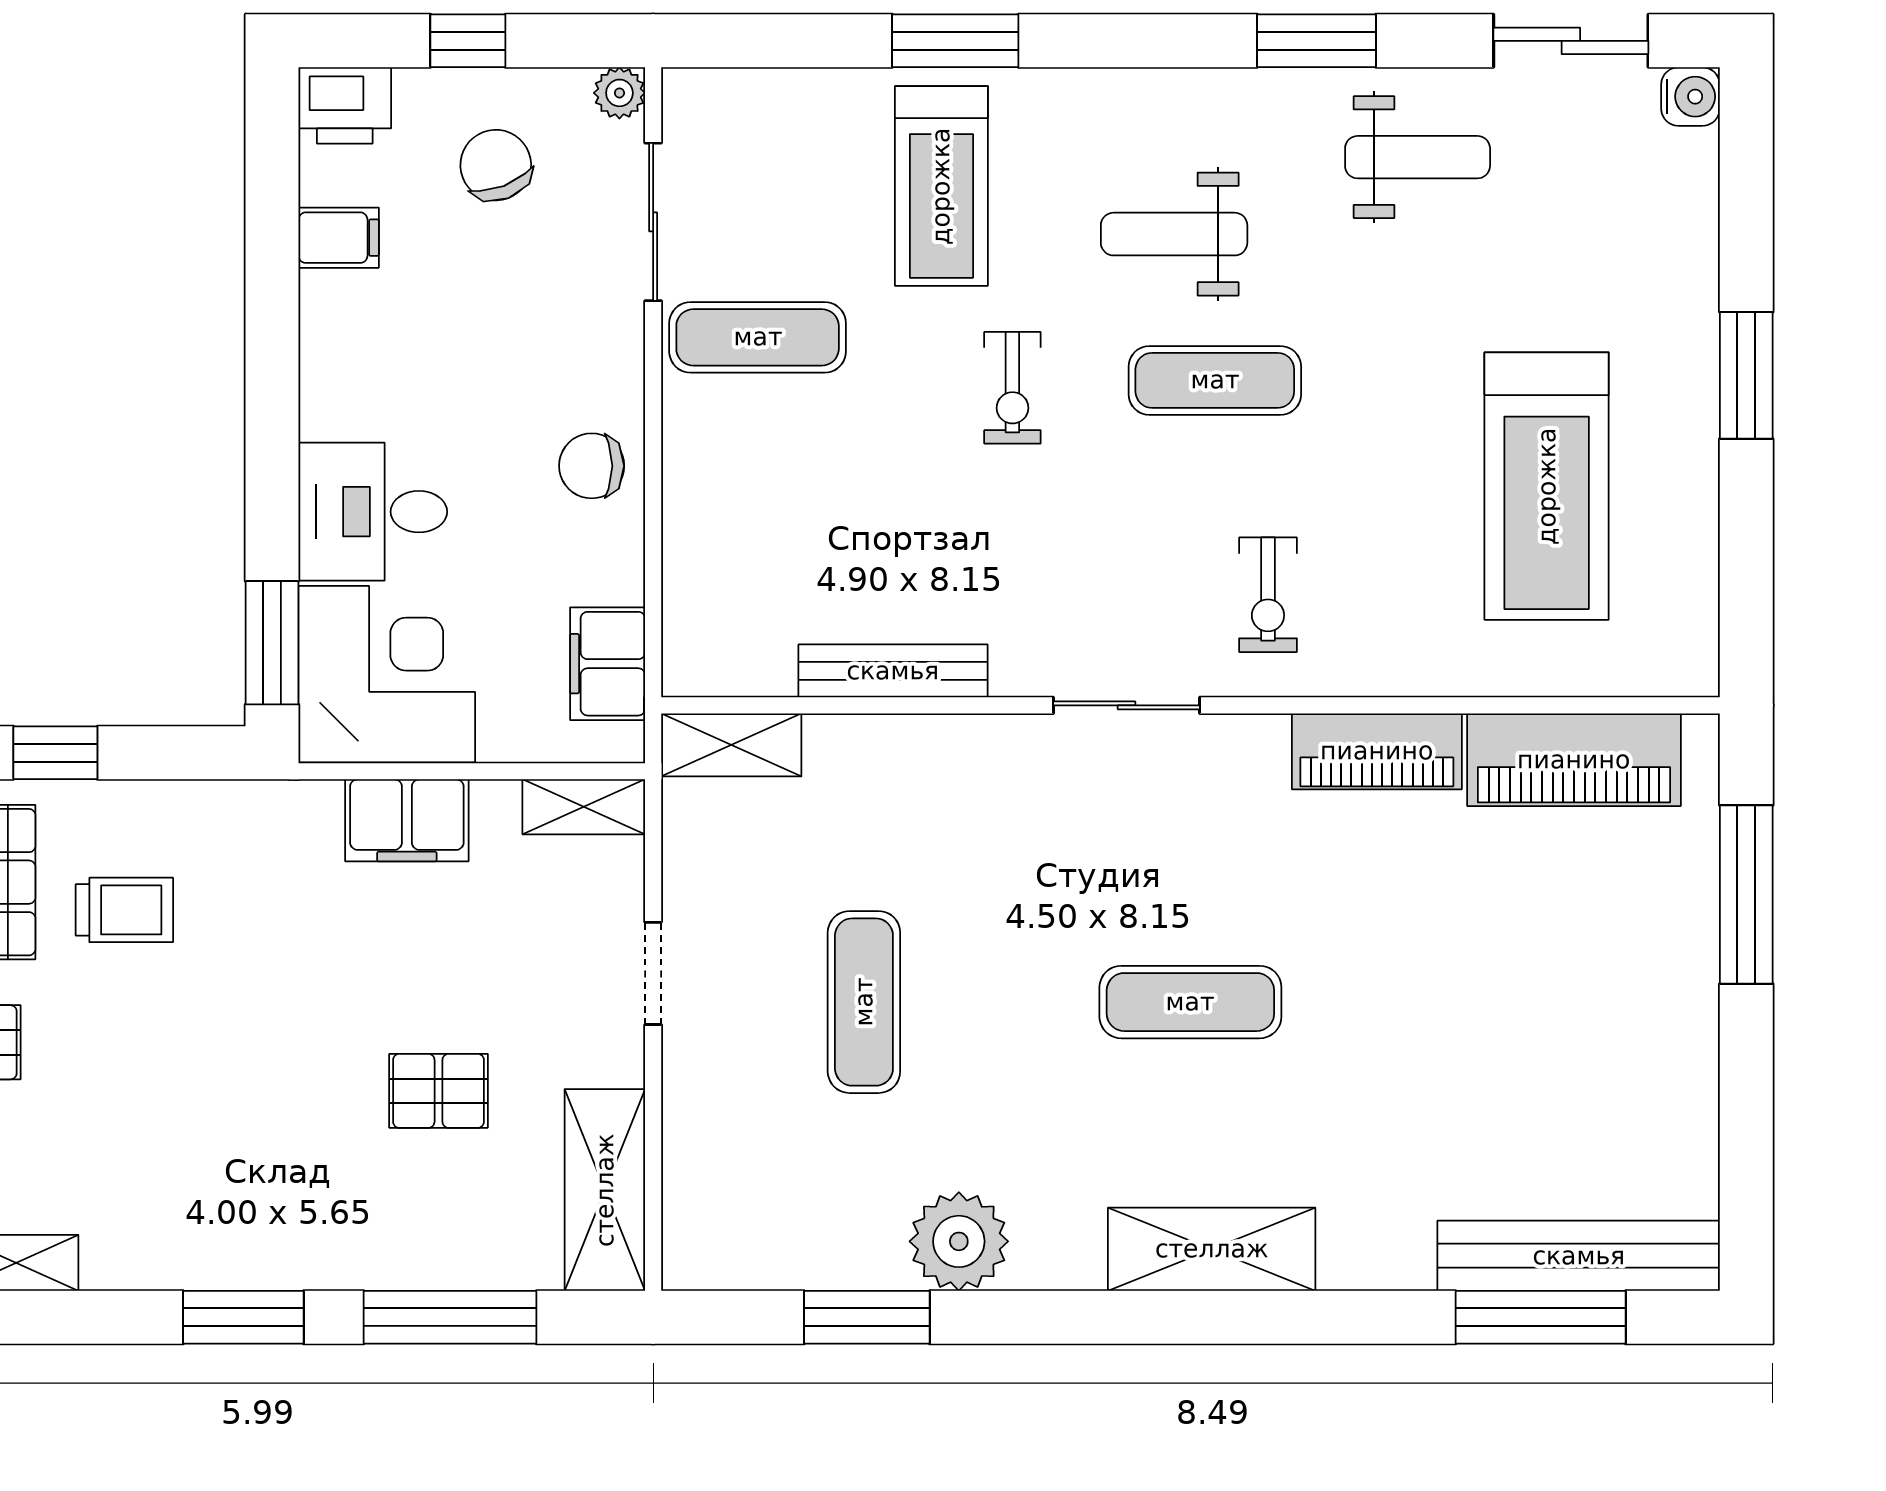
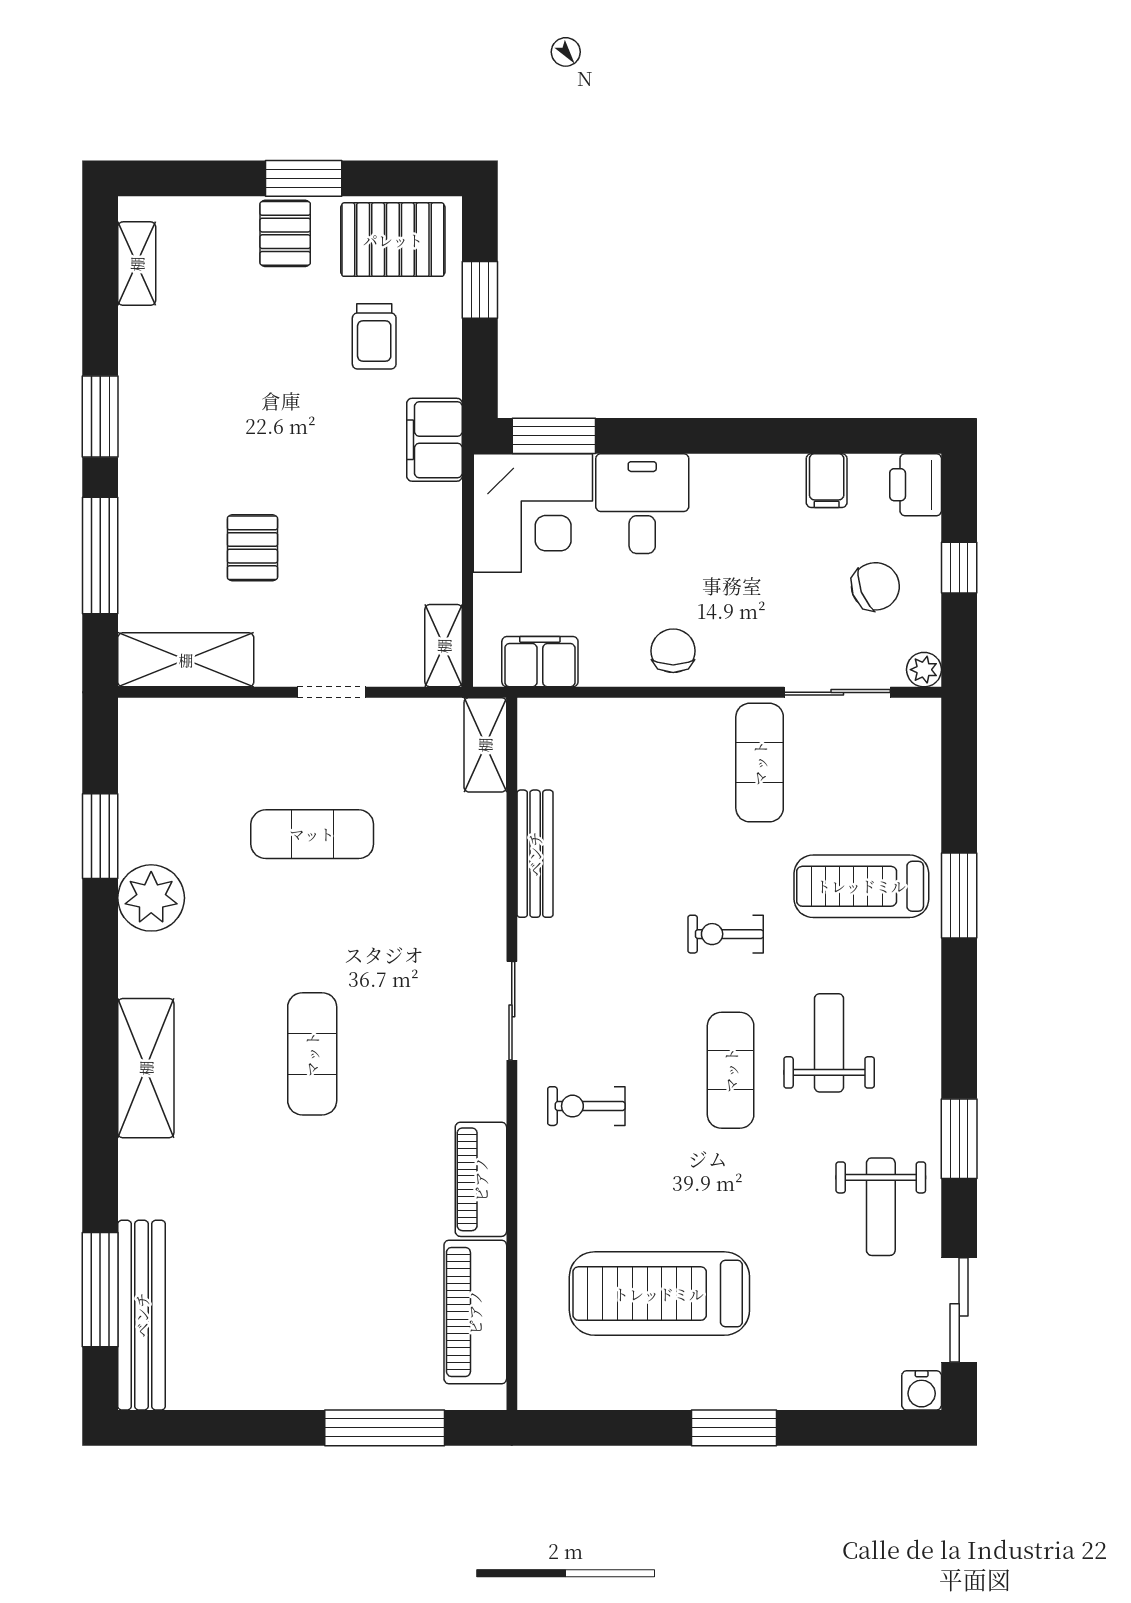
filing cabinet: (407, 820) -> (434, 440), moved

